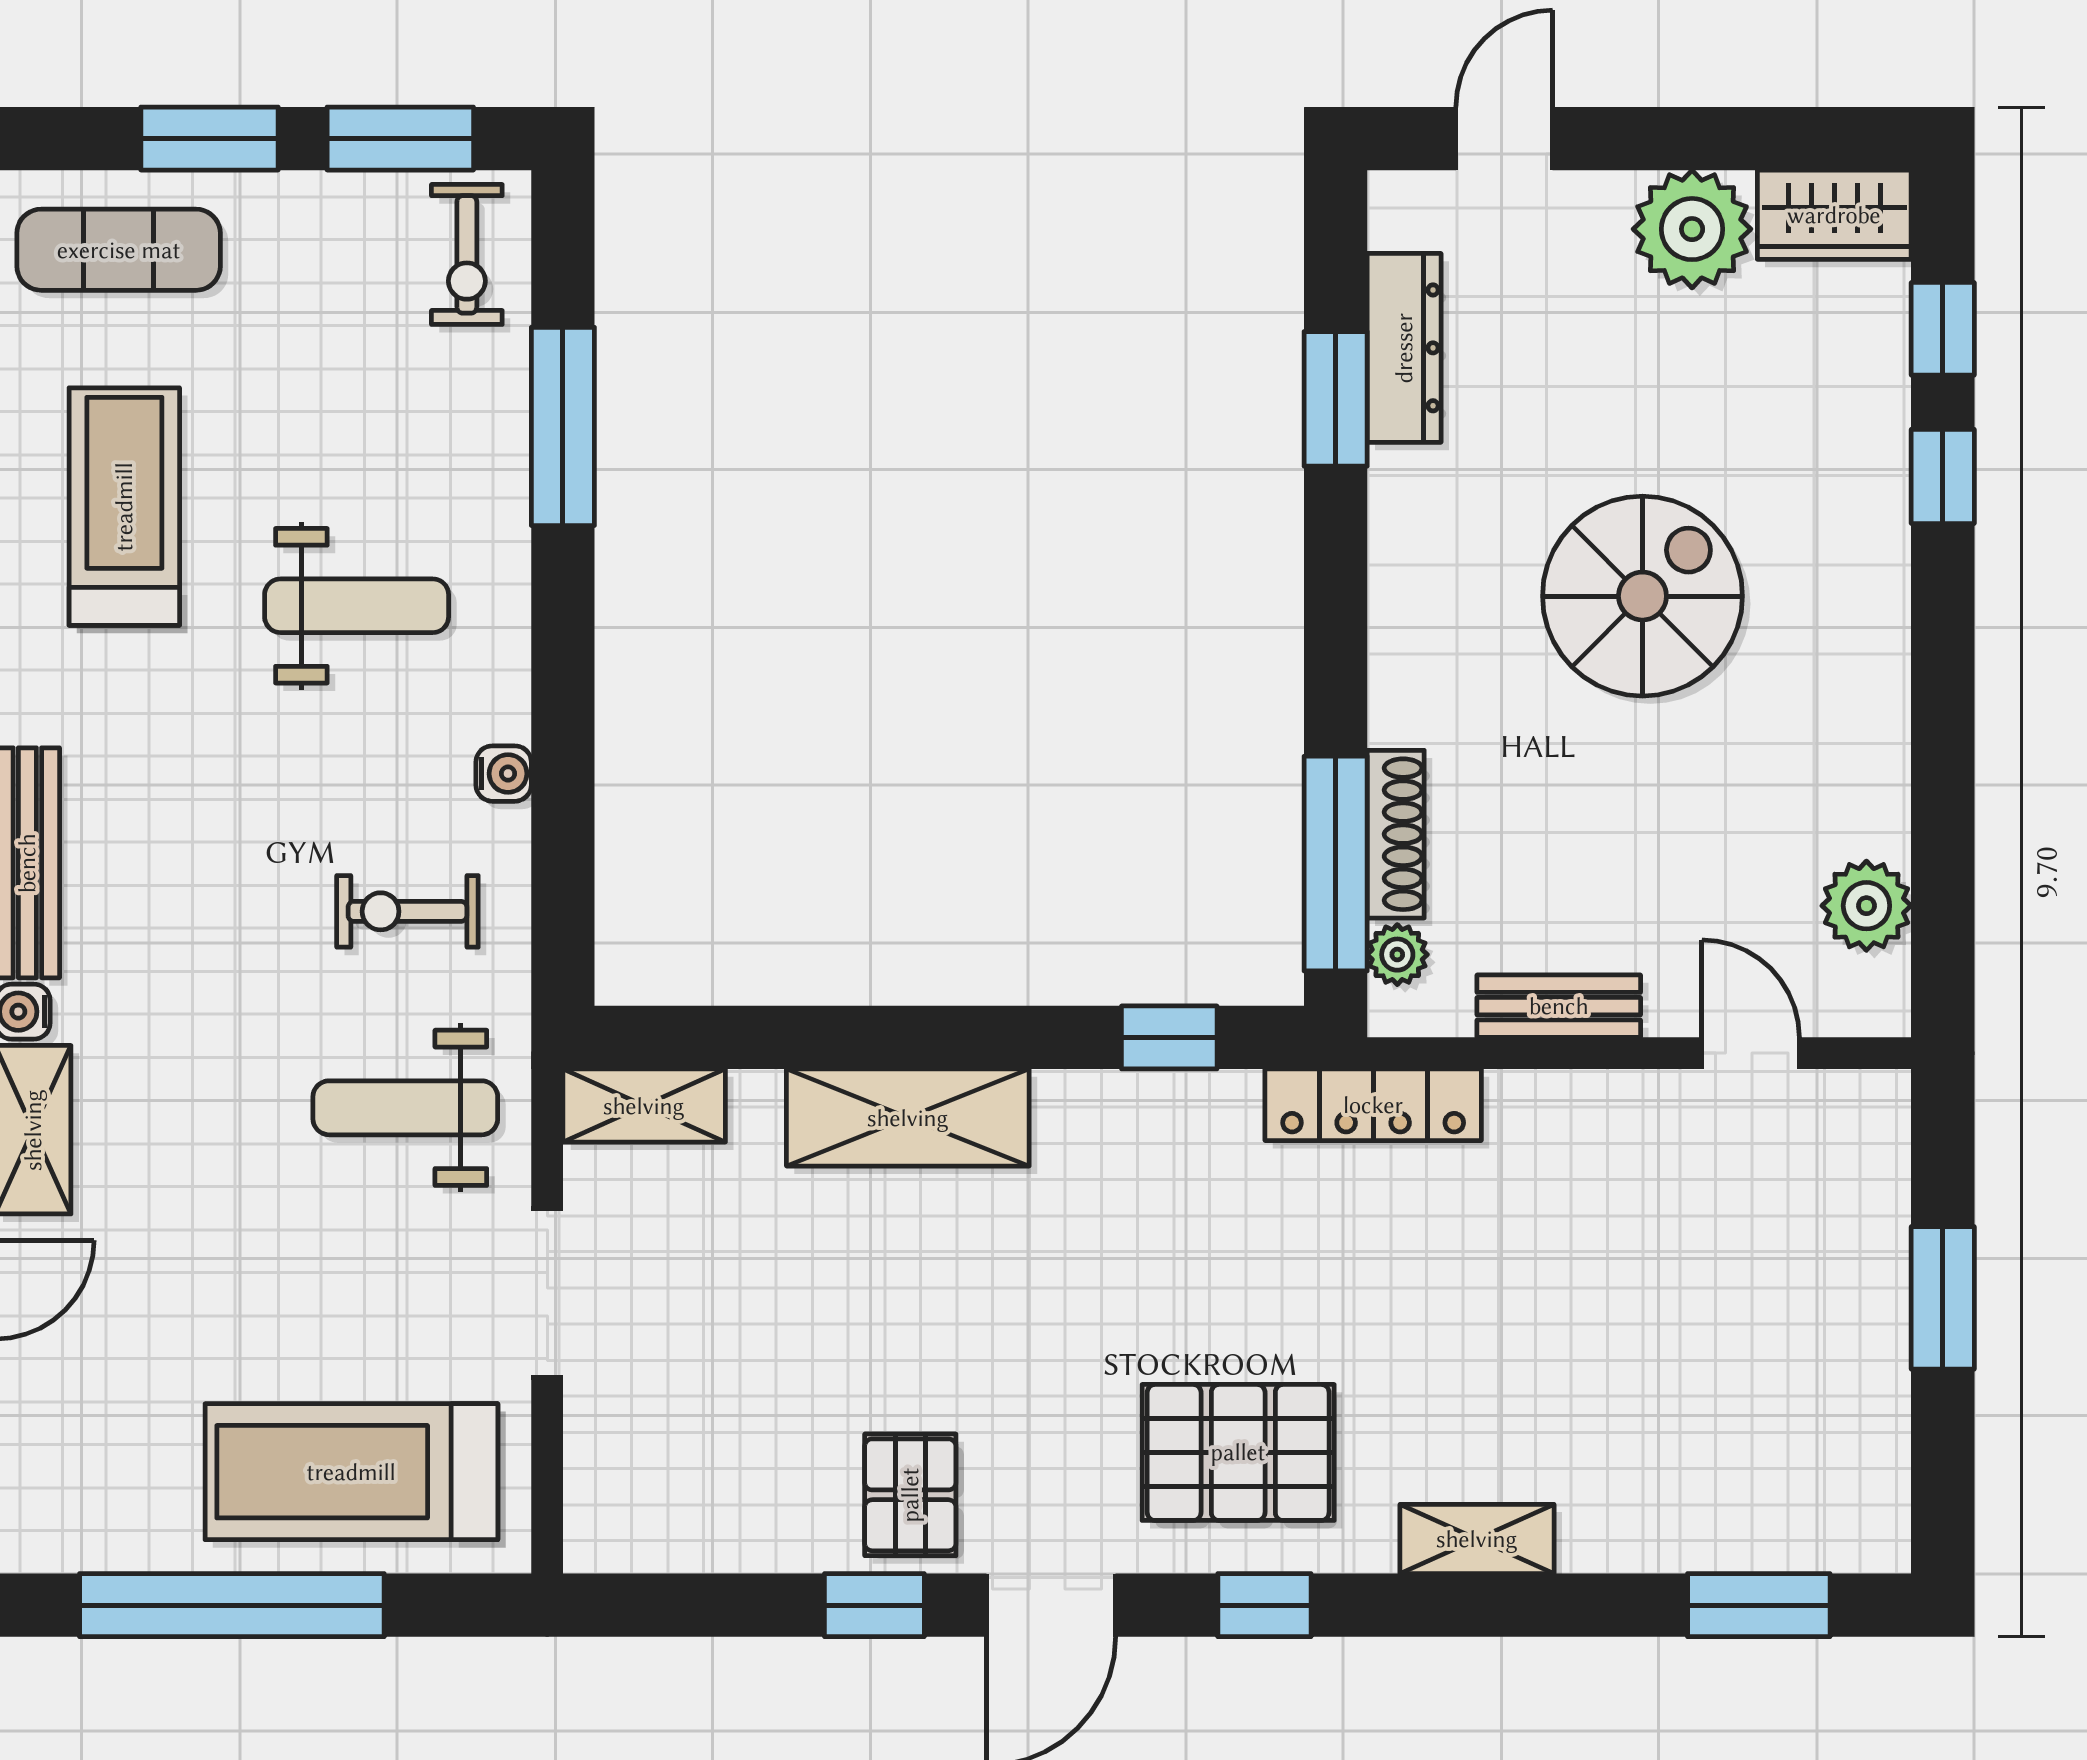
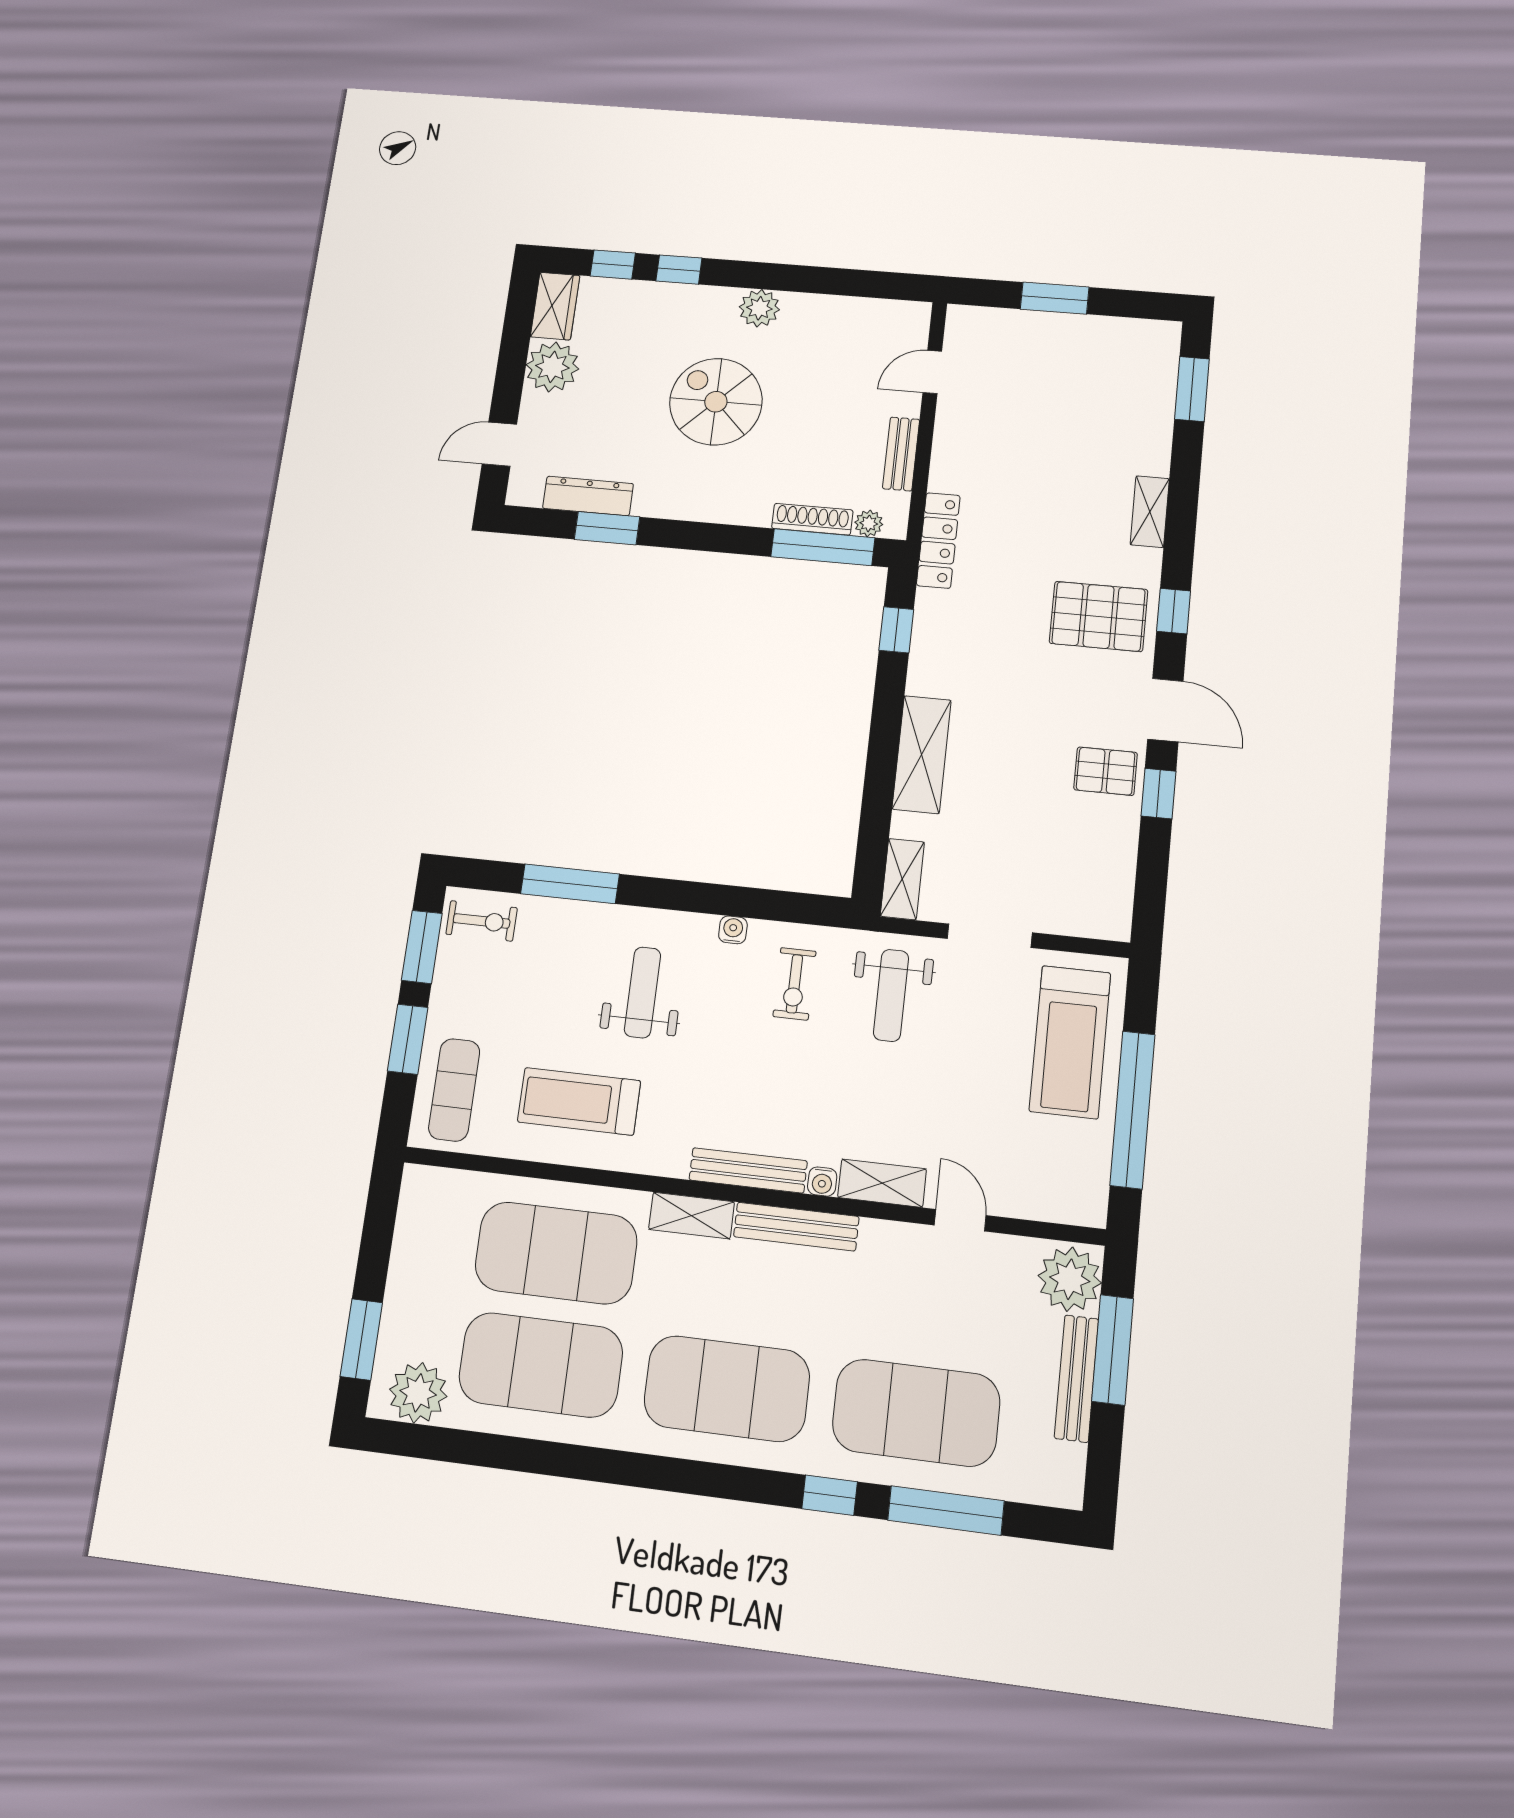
door: (1504, 139) -> (499, 444), hinge flipped
plant: (1866, 906) -> (759, 308), moved
pallet: (1238, 1452) -> (1099, 616), turned 90

